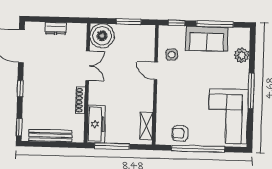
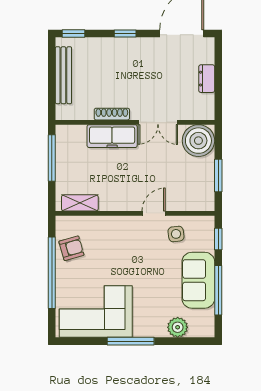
freezer: (96, 124) -> (112, 136), moved
armchair: (180, 133) -> (71, 248), turned 74

